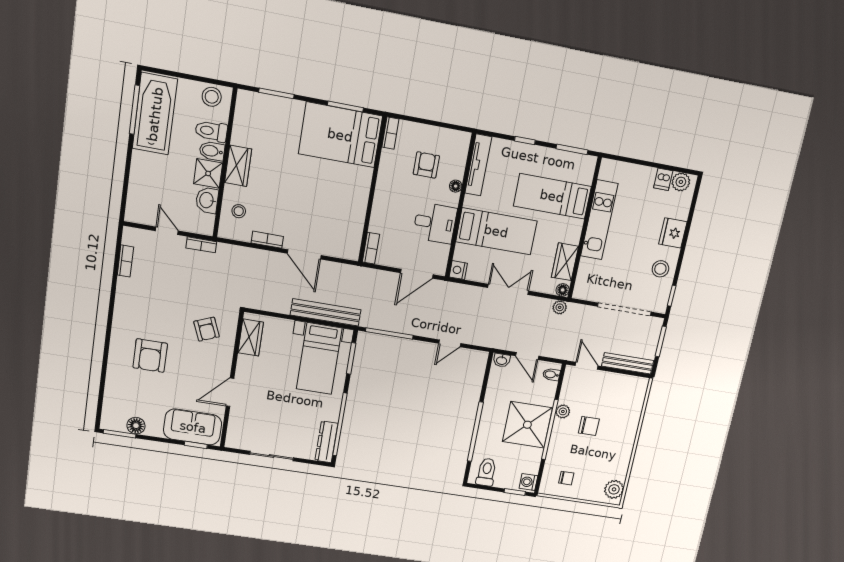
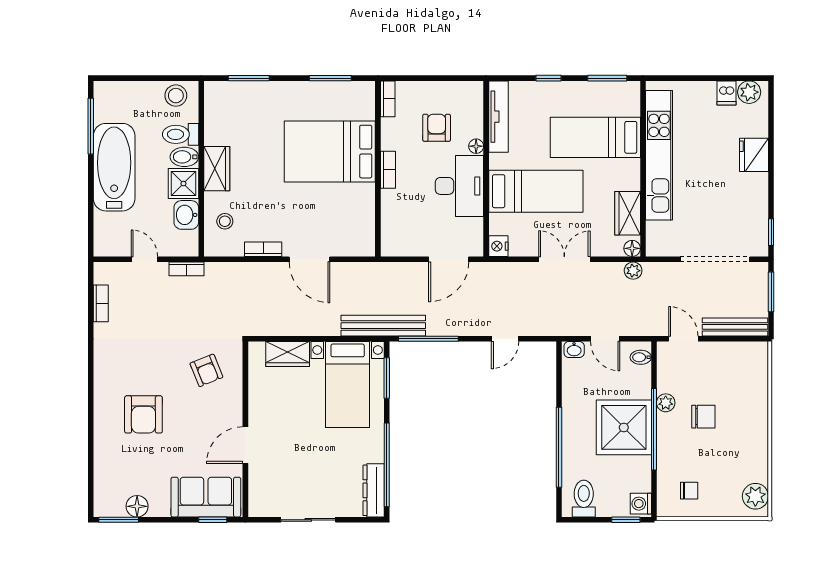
bathtub: (155, 114) -> (114, 167), moved
bed: (340, 135) -> (330, 152), moved
kitchen unit: (599, 220) -> (659, 155), width x1.36
desk: (435, 223) -> (459, 186), width x1.37
bookcase: (371, 248) -> (388, 170), moved
stool: (660, 269) -> (749, 201), removed
bench: (326, 312) -> (383, 326), moved
wardrobe: (251, 337) -> (288, 354), moved, turned 90

